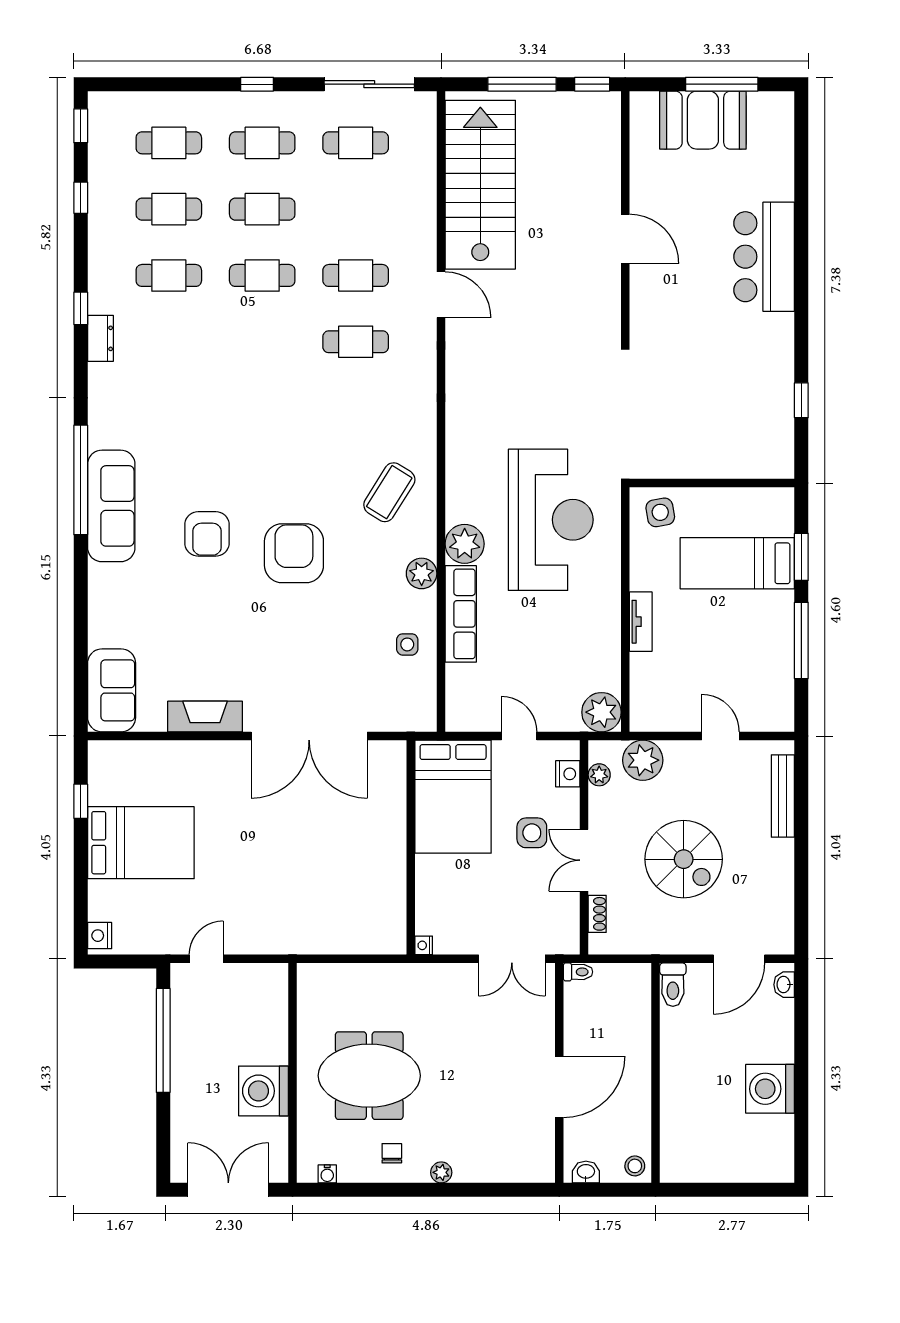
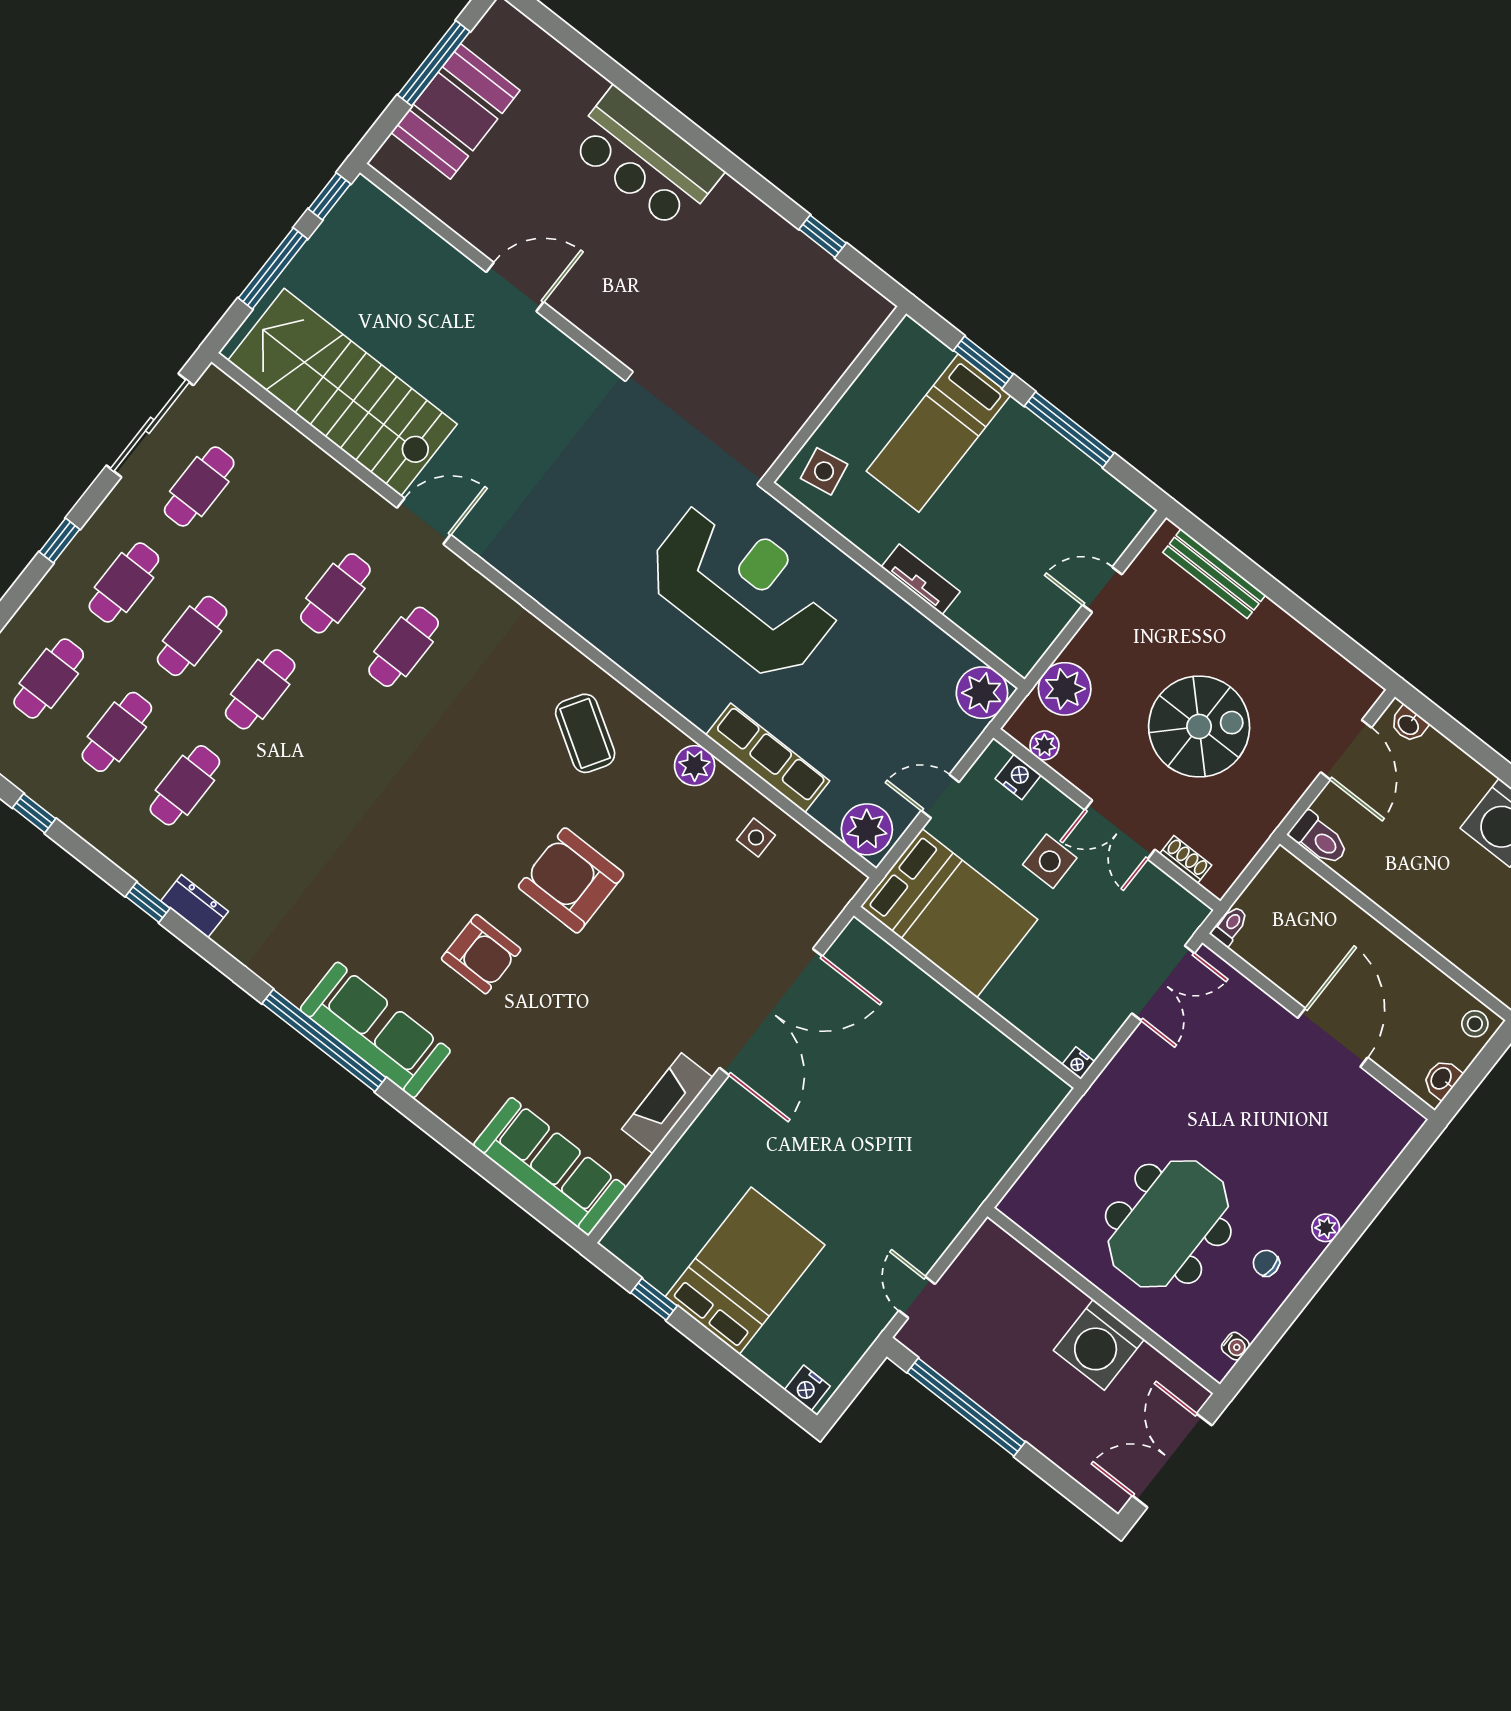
plant: (465, 544) -> (867, 829), moved
sofa: (112, 690) -> (550, 1166), width x1.36

